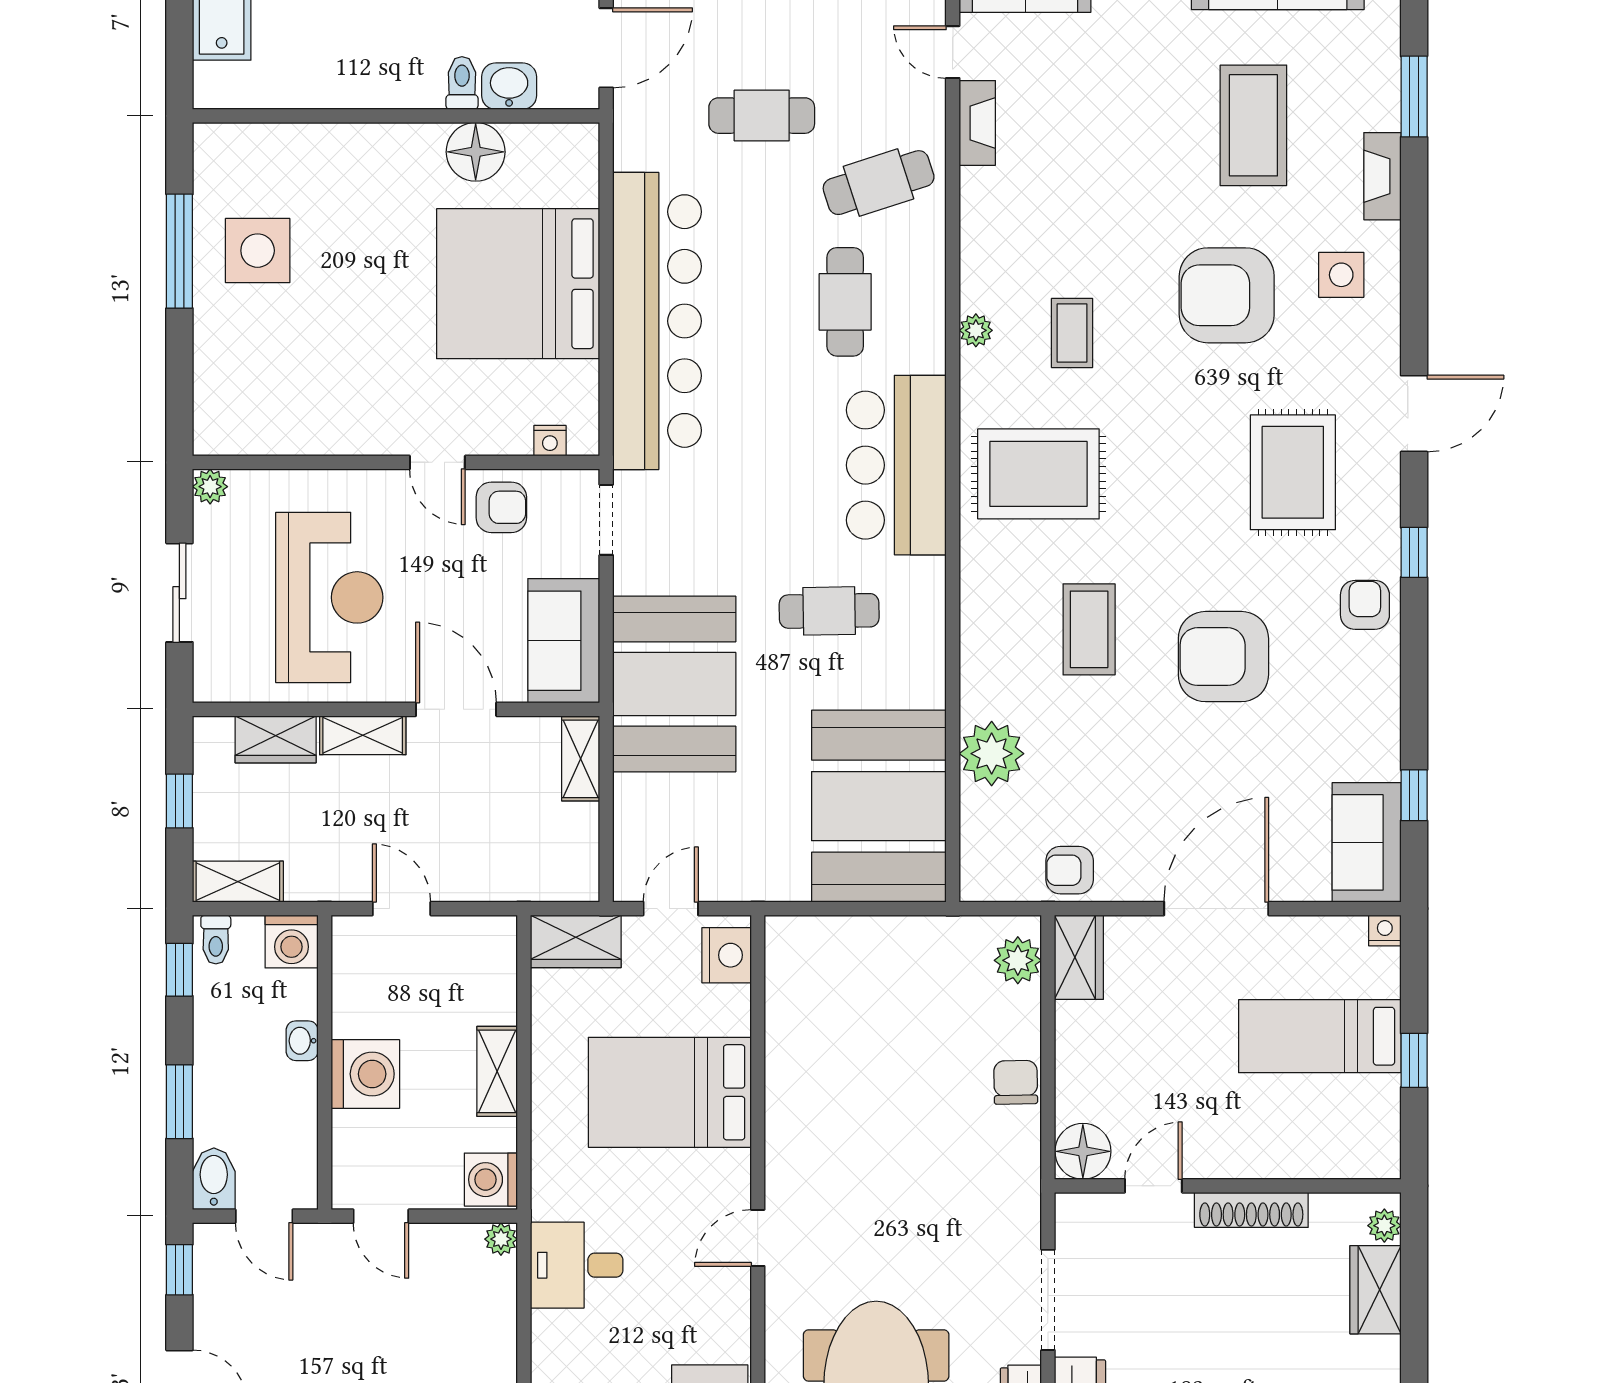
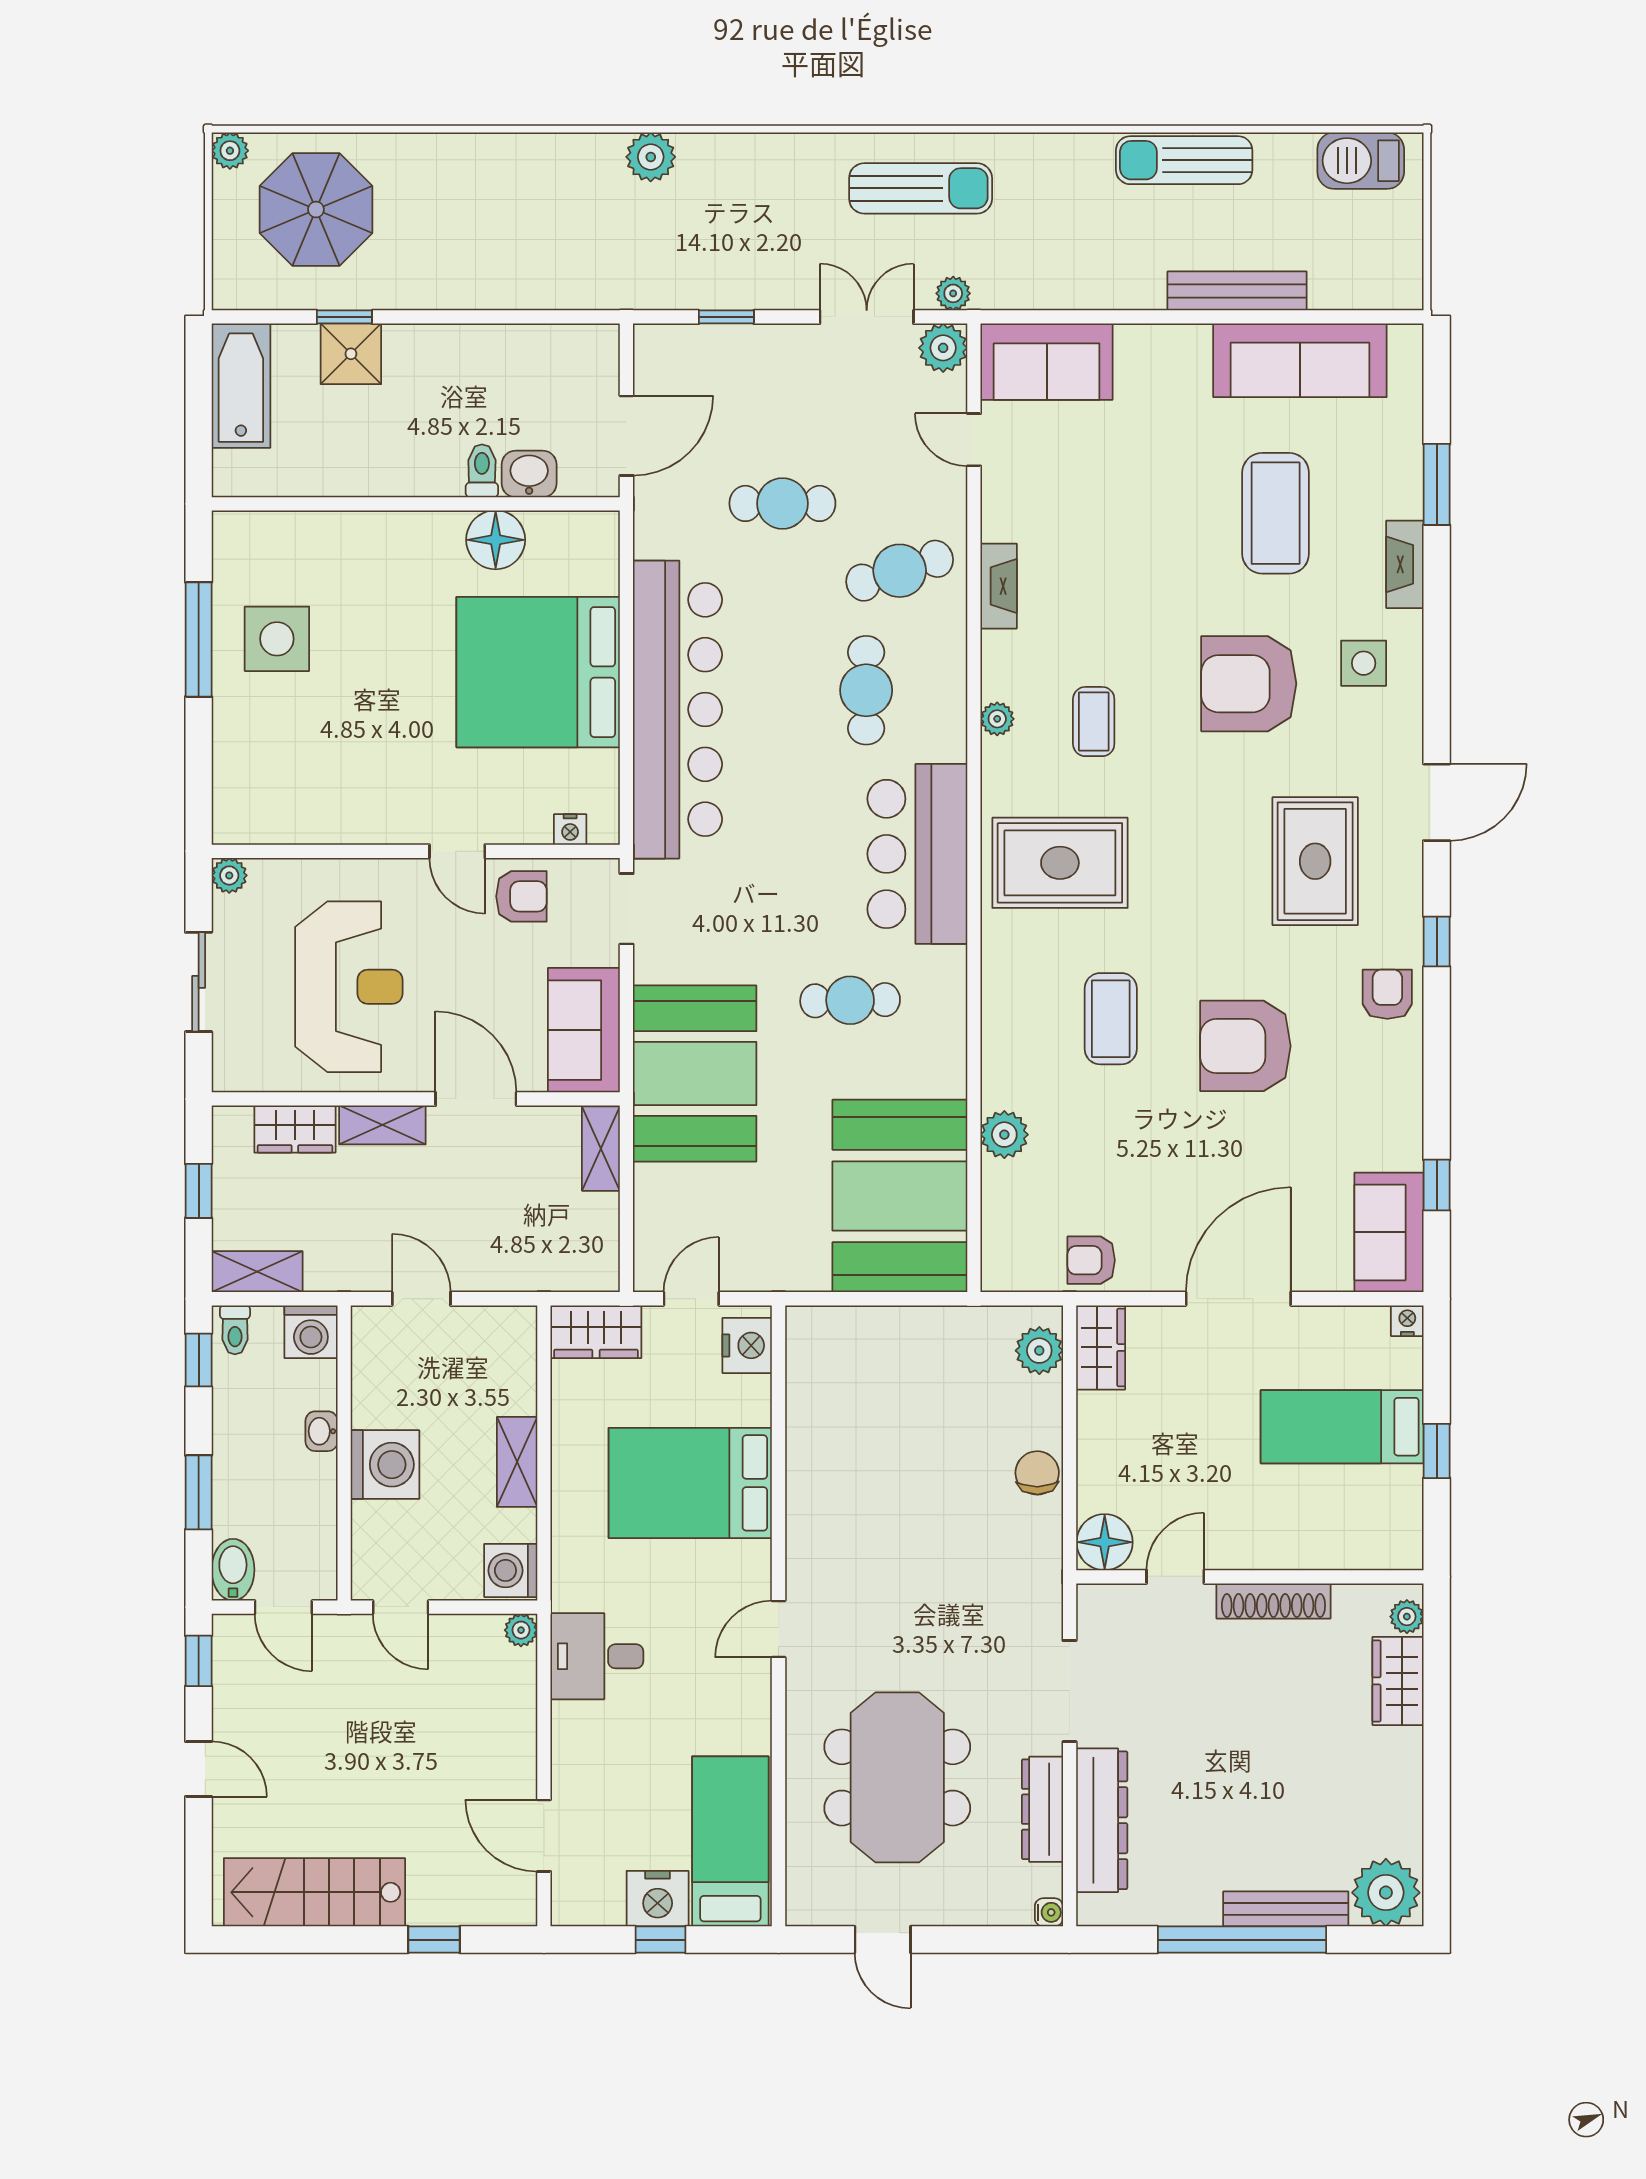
fireplace: (977, 123) -> (999, 586), moved
plant: (992, 754) -> (1004, 1135), width x0.73, depth x0.73

